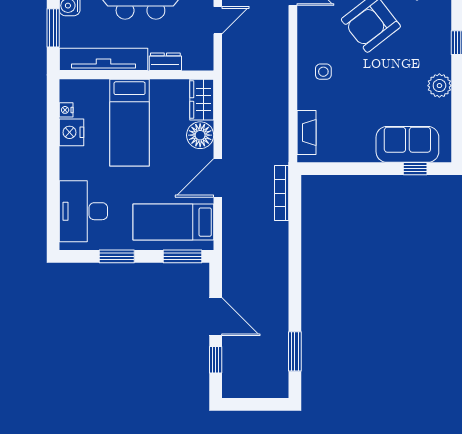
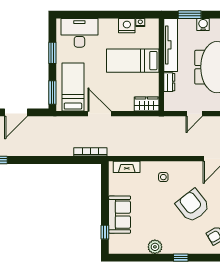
door: (218, 20) -> (194, 114), hinge flipped
floor lamp: (200, 135) -> (125, 103), removed
sofa: (407, 144) -> (120, 215), moved

